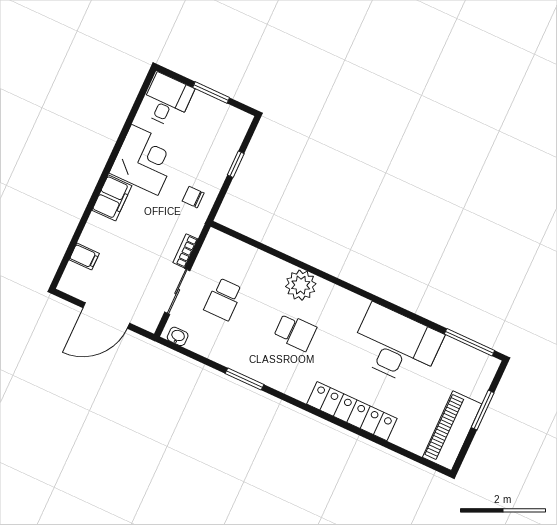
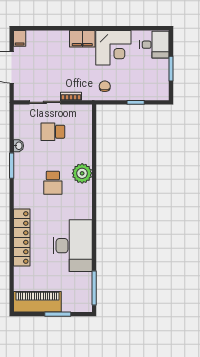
filing cabinet: (84, 257) -> (20, 38), moved
washbasin: (178, 336) -> (19, 146), moved

